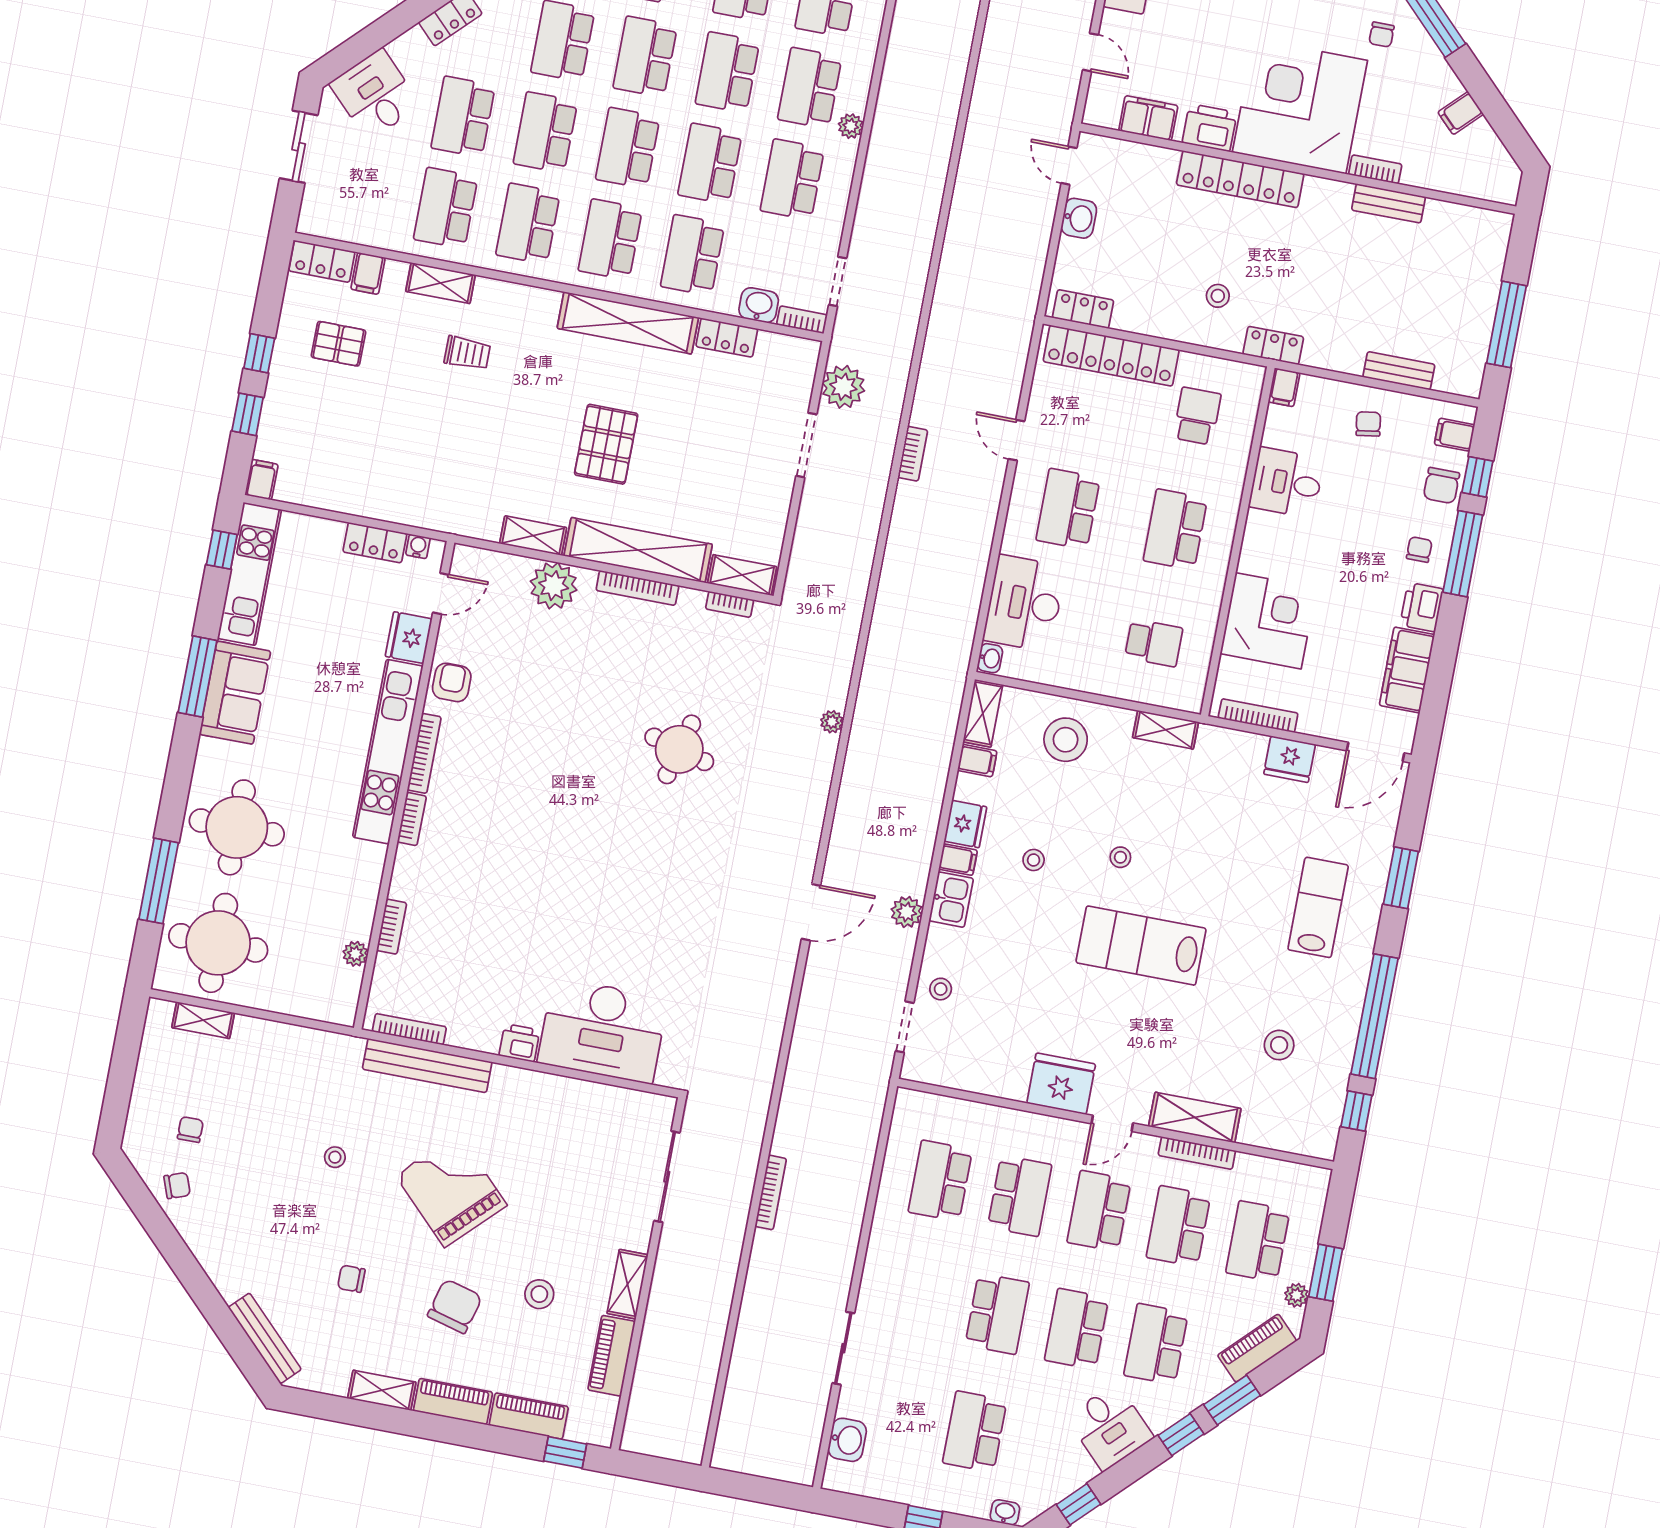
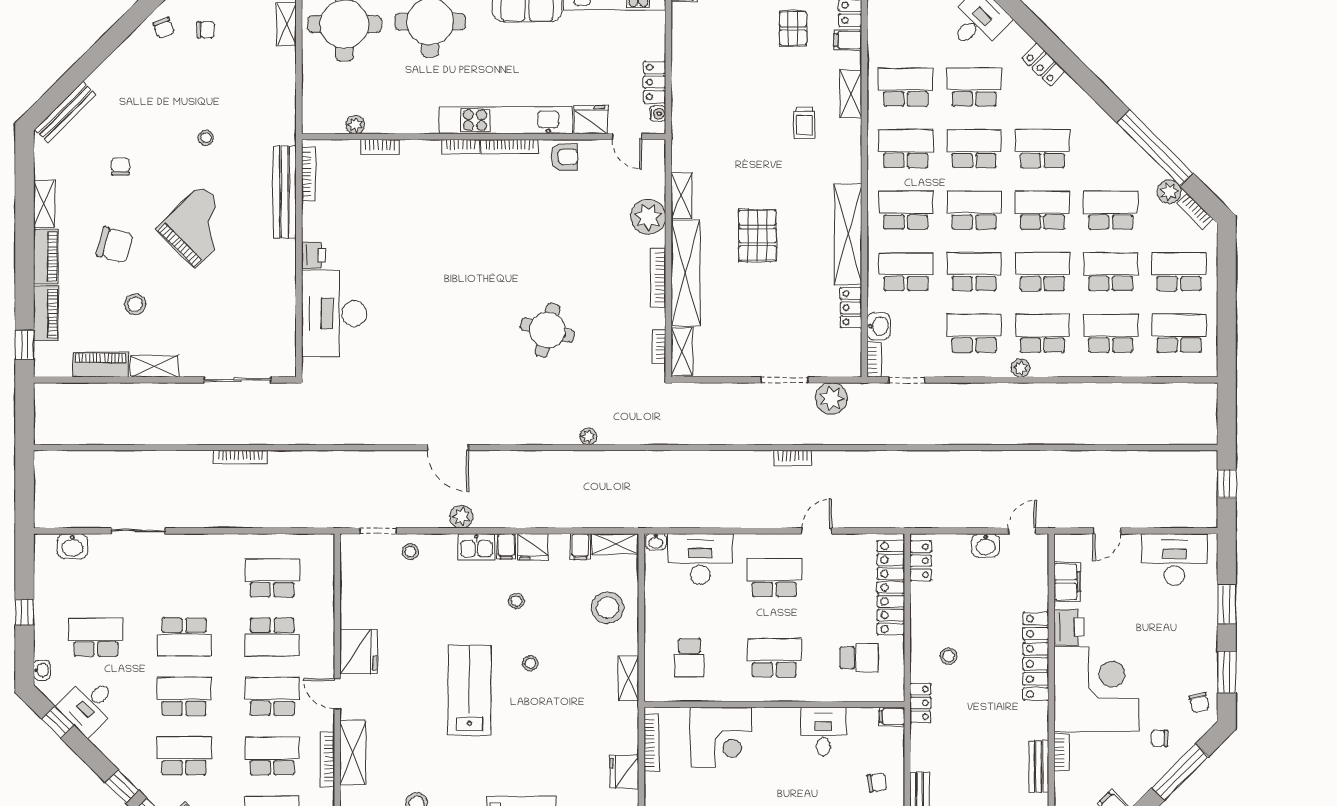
pallet: (606, 444) -> (757, 235), turned 90
desk: (1110, 1427) -> (89, 705), moved

